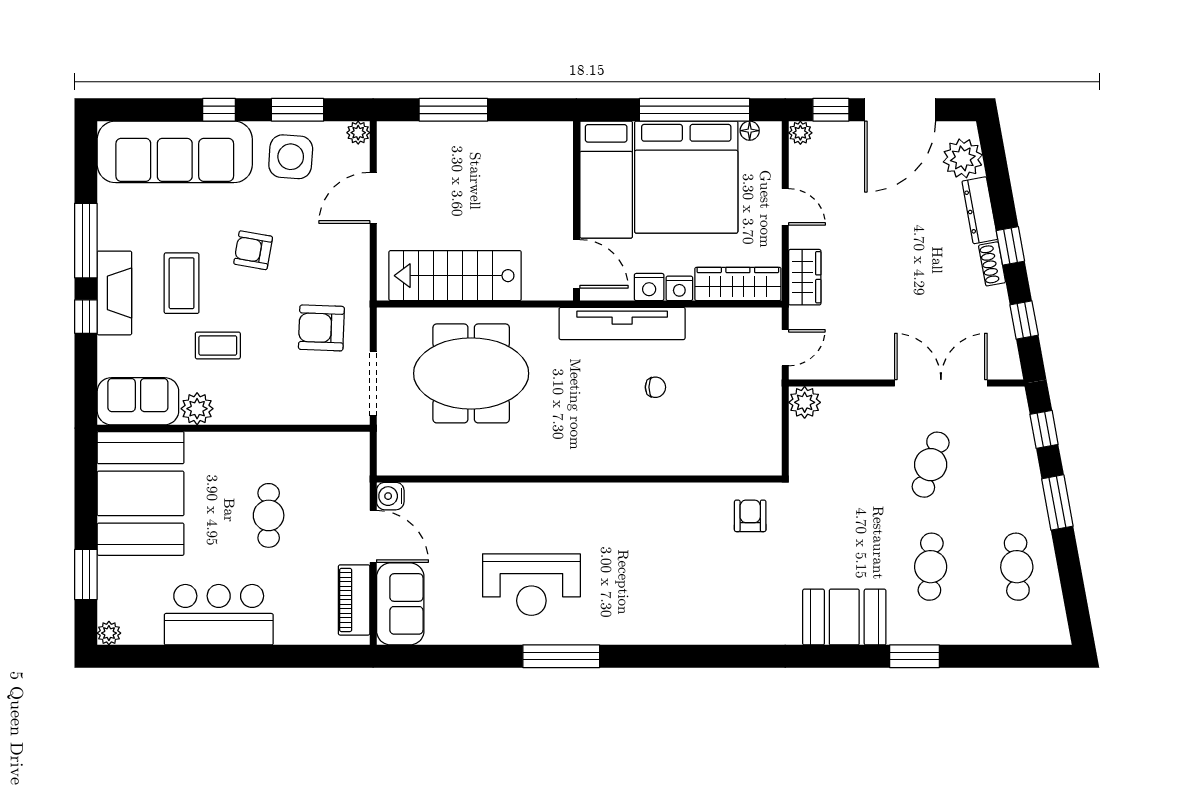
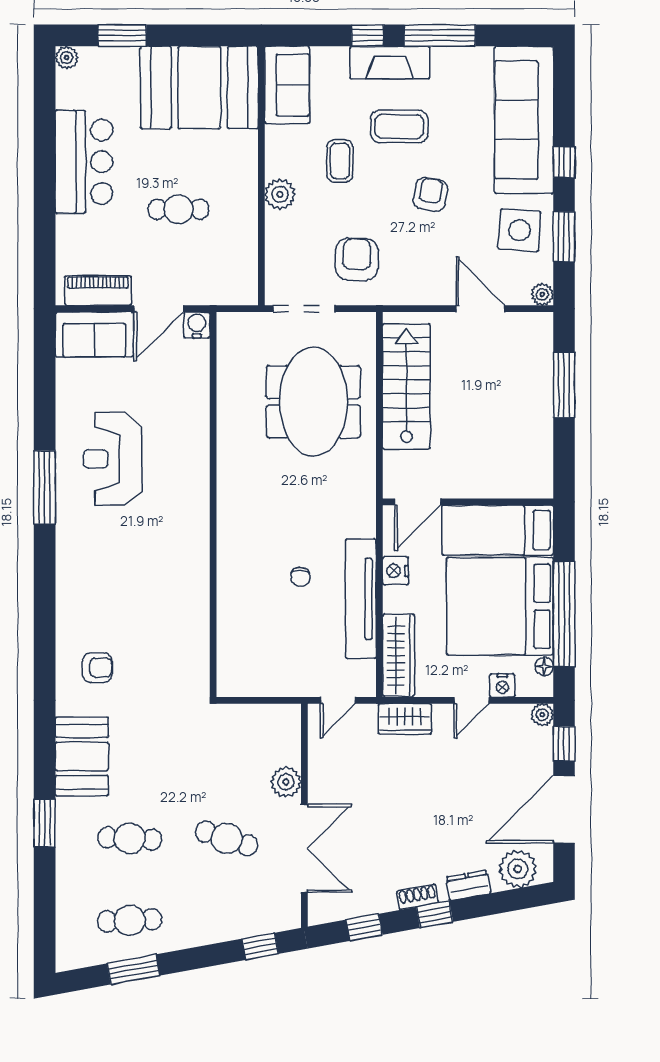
door: (900, 110) -> (564, 809), hinge flipped
dresser: (980, 210) -> (468, 885), width x0.70
nightstand: (679, 288) -> (502, 686), moved, turned -90
tv unit: (622, 323) -> (361, 599), moved
door: (785, 348) -> (338, 700), hinge flipped
plant: (805, 402) -> (286, 782), moved
plant: (197, 409) -> (280, 194), moved
window: (1057, 502) -> (133, 969), moved
armchair: (750, 516) -> (97, 668), moved

